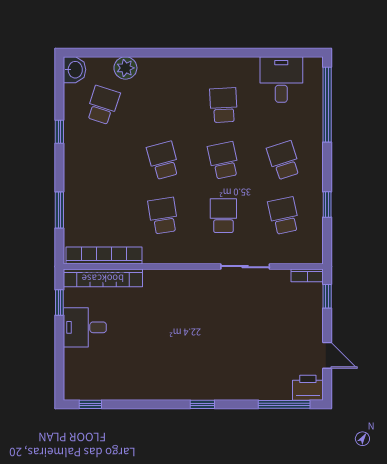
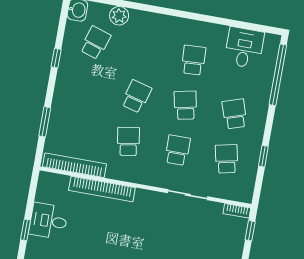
school desk: (163, 160) -> (136, 96), turned 30
bookcase: (103, 278) -> (102, 189), moved
window: (59, 302) -> (26, 230), moved

